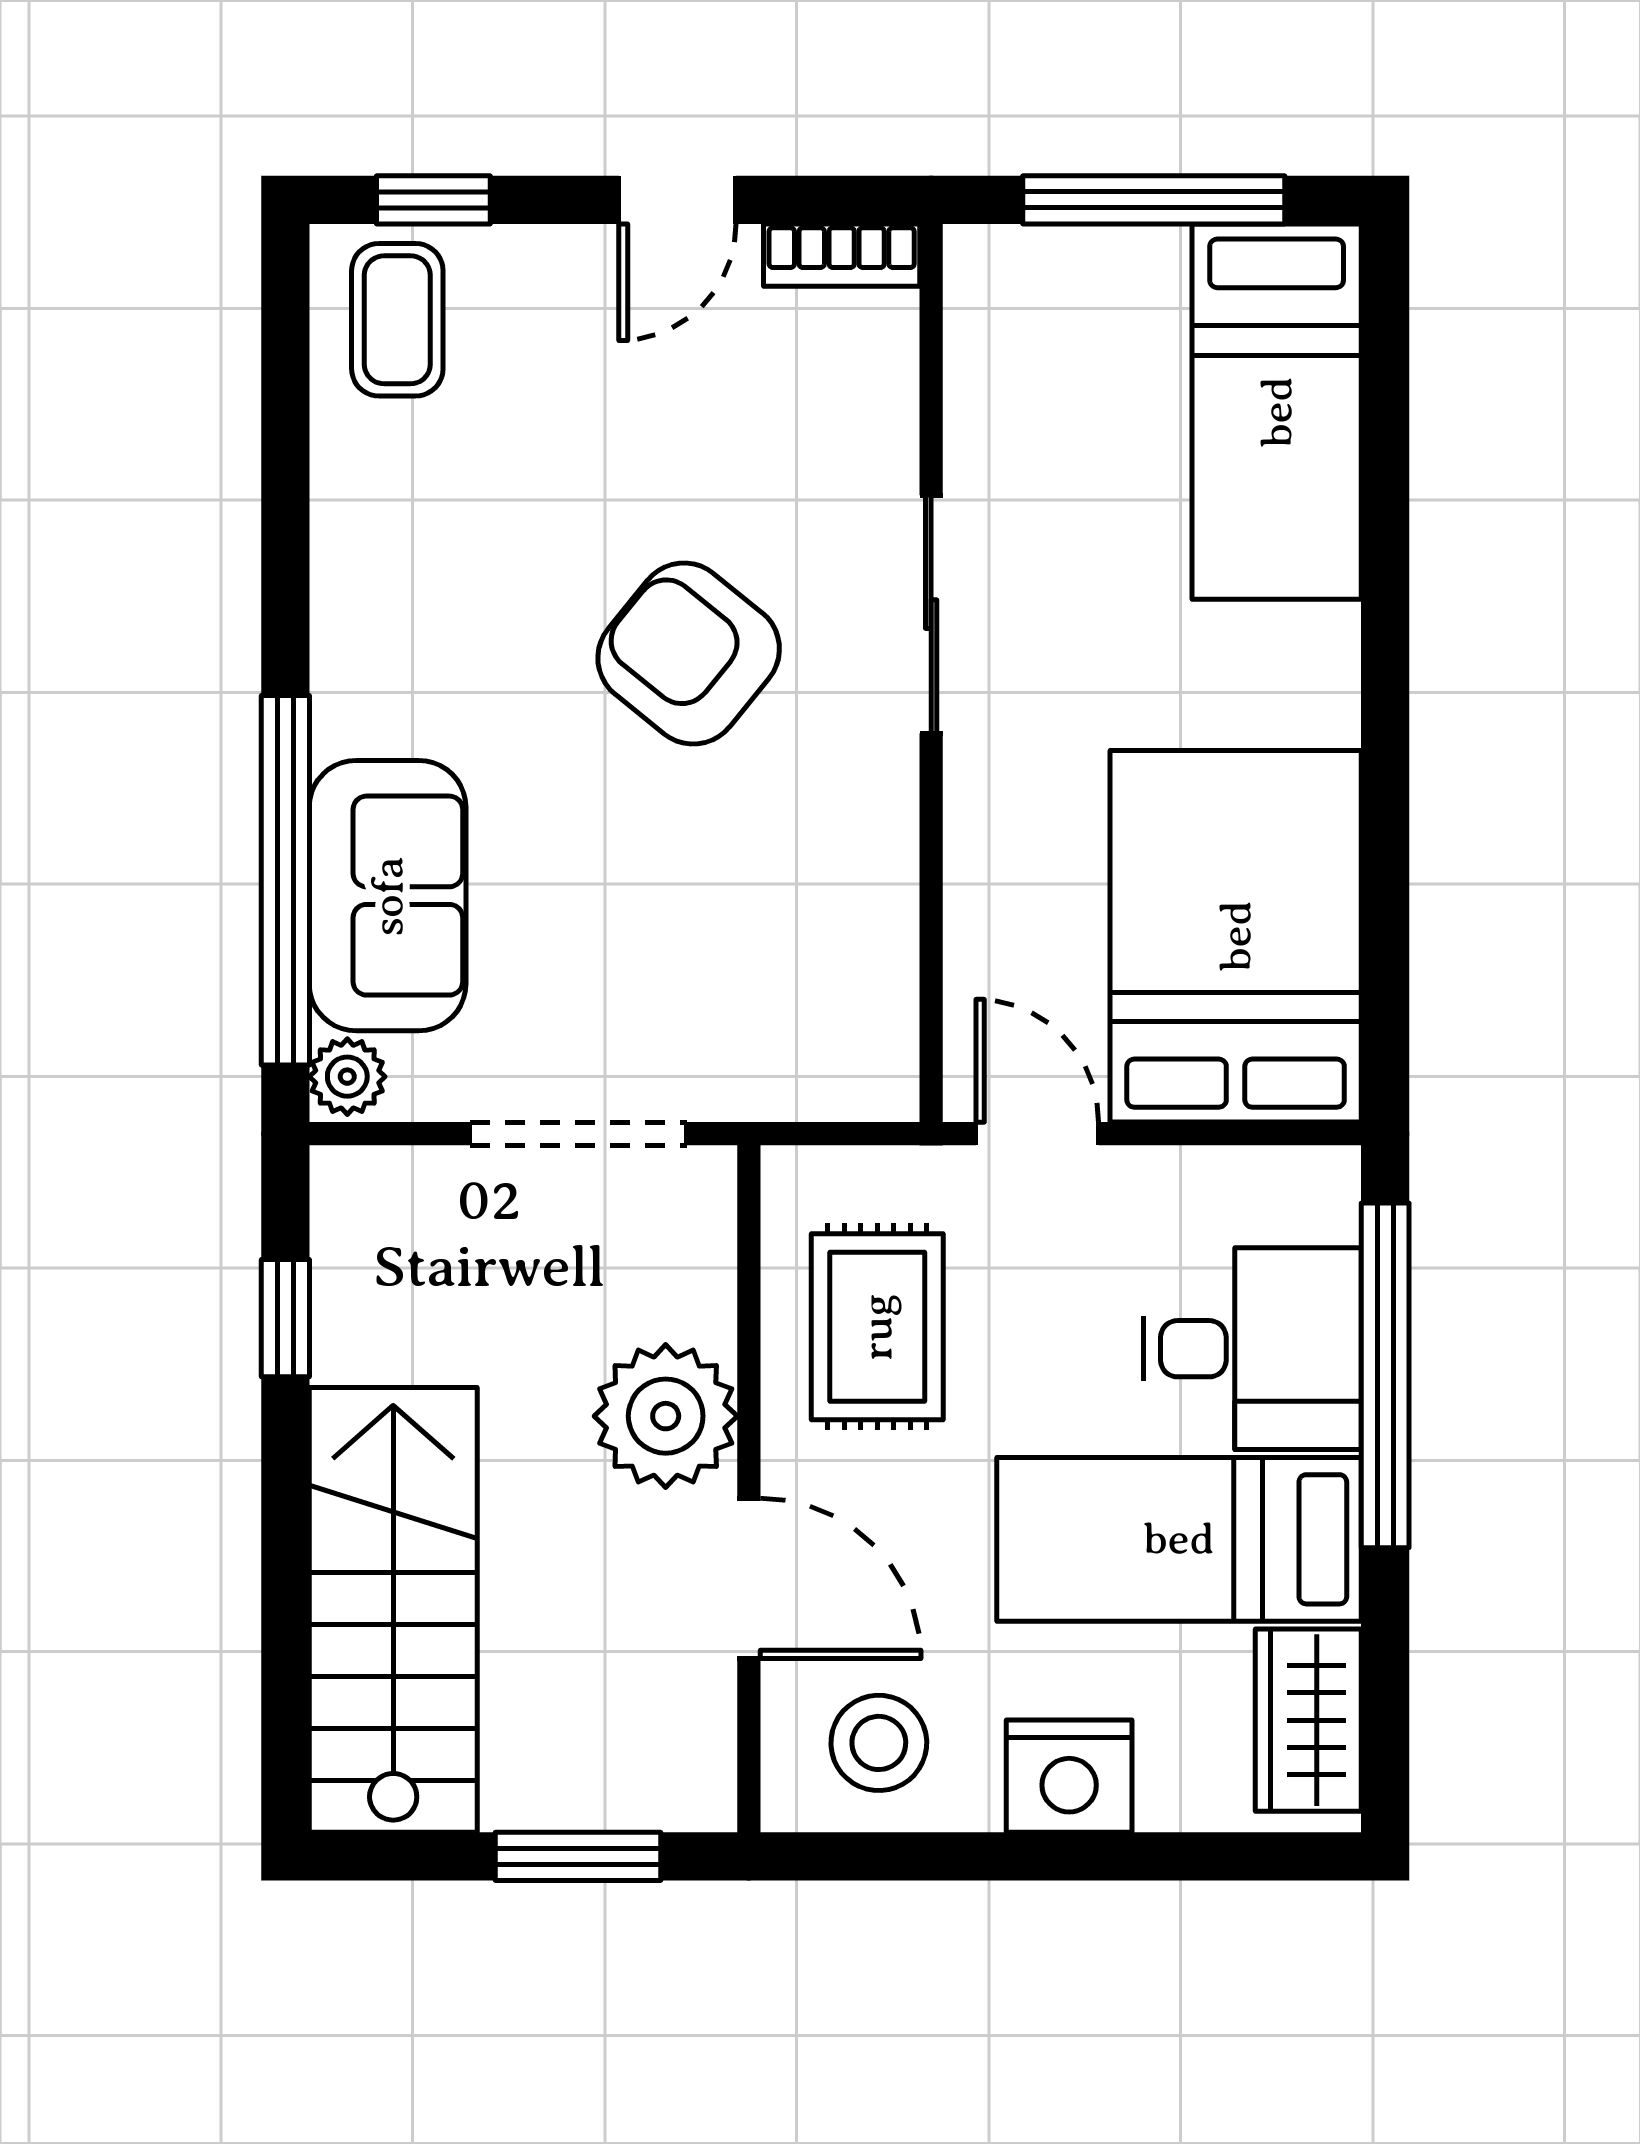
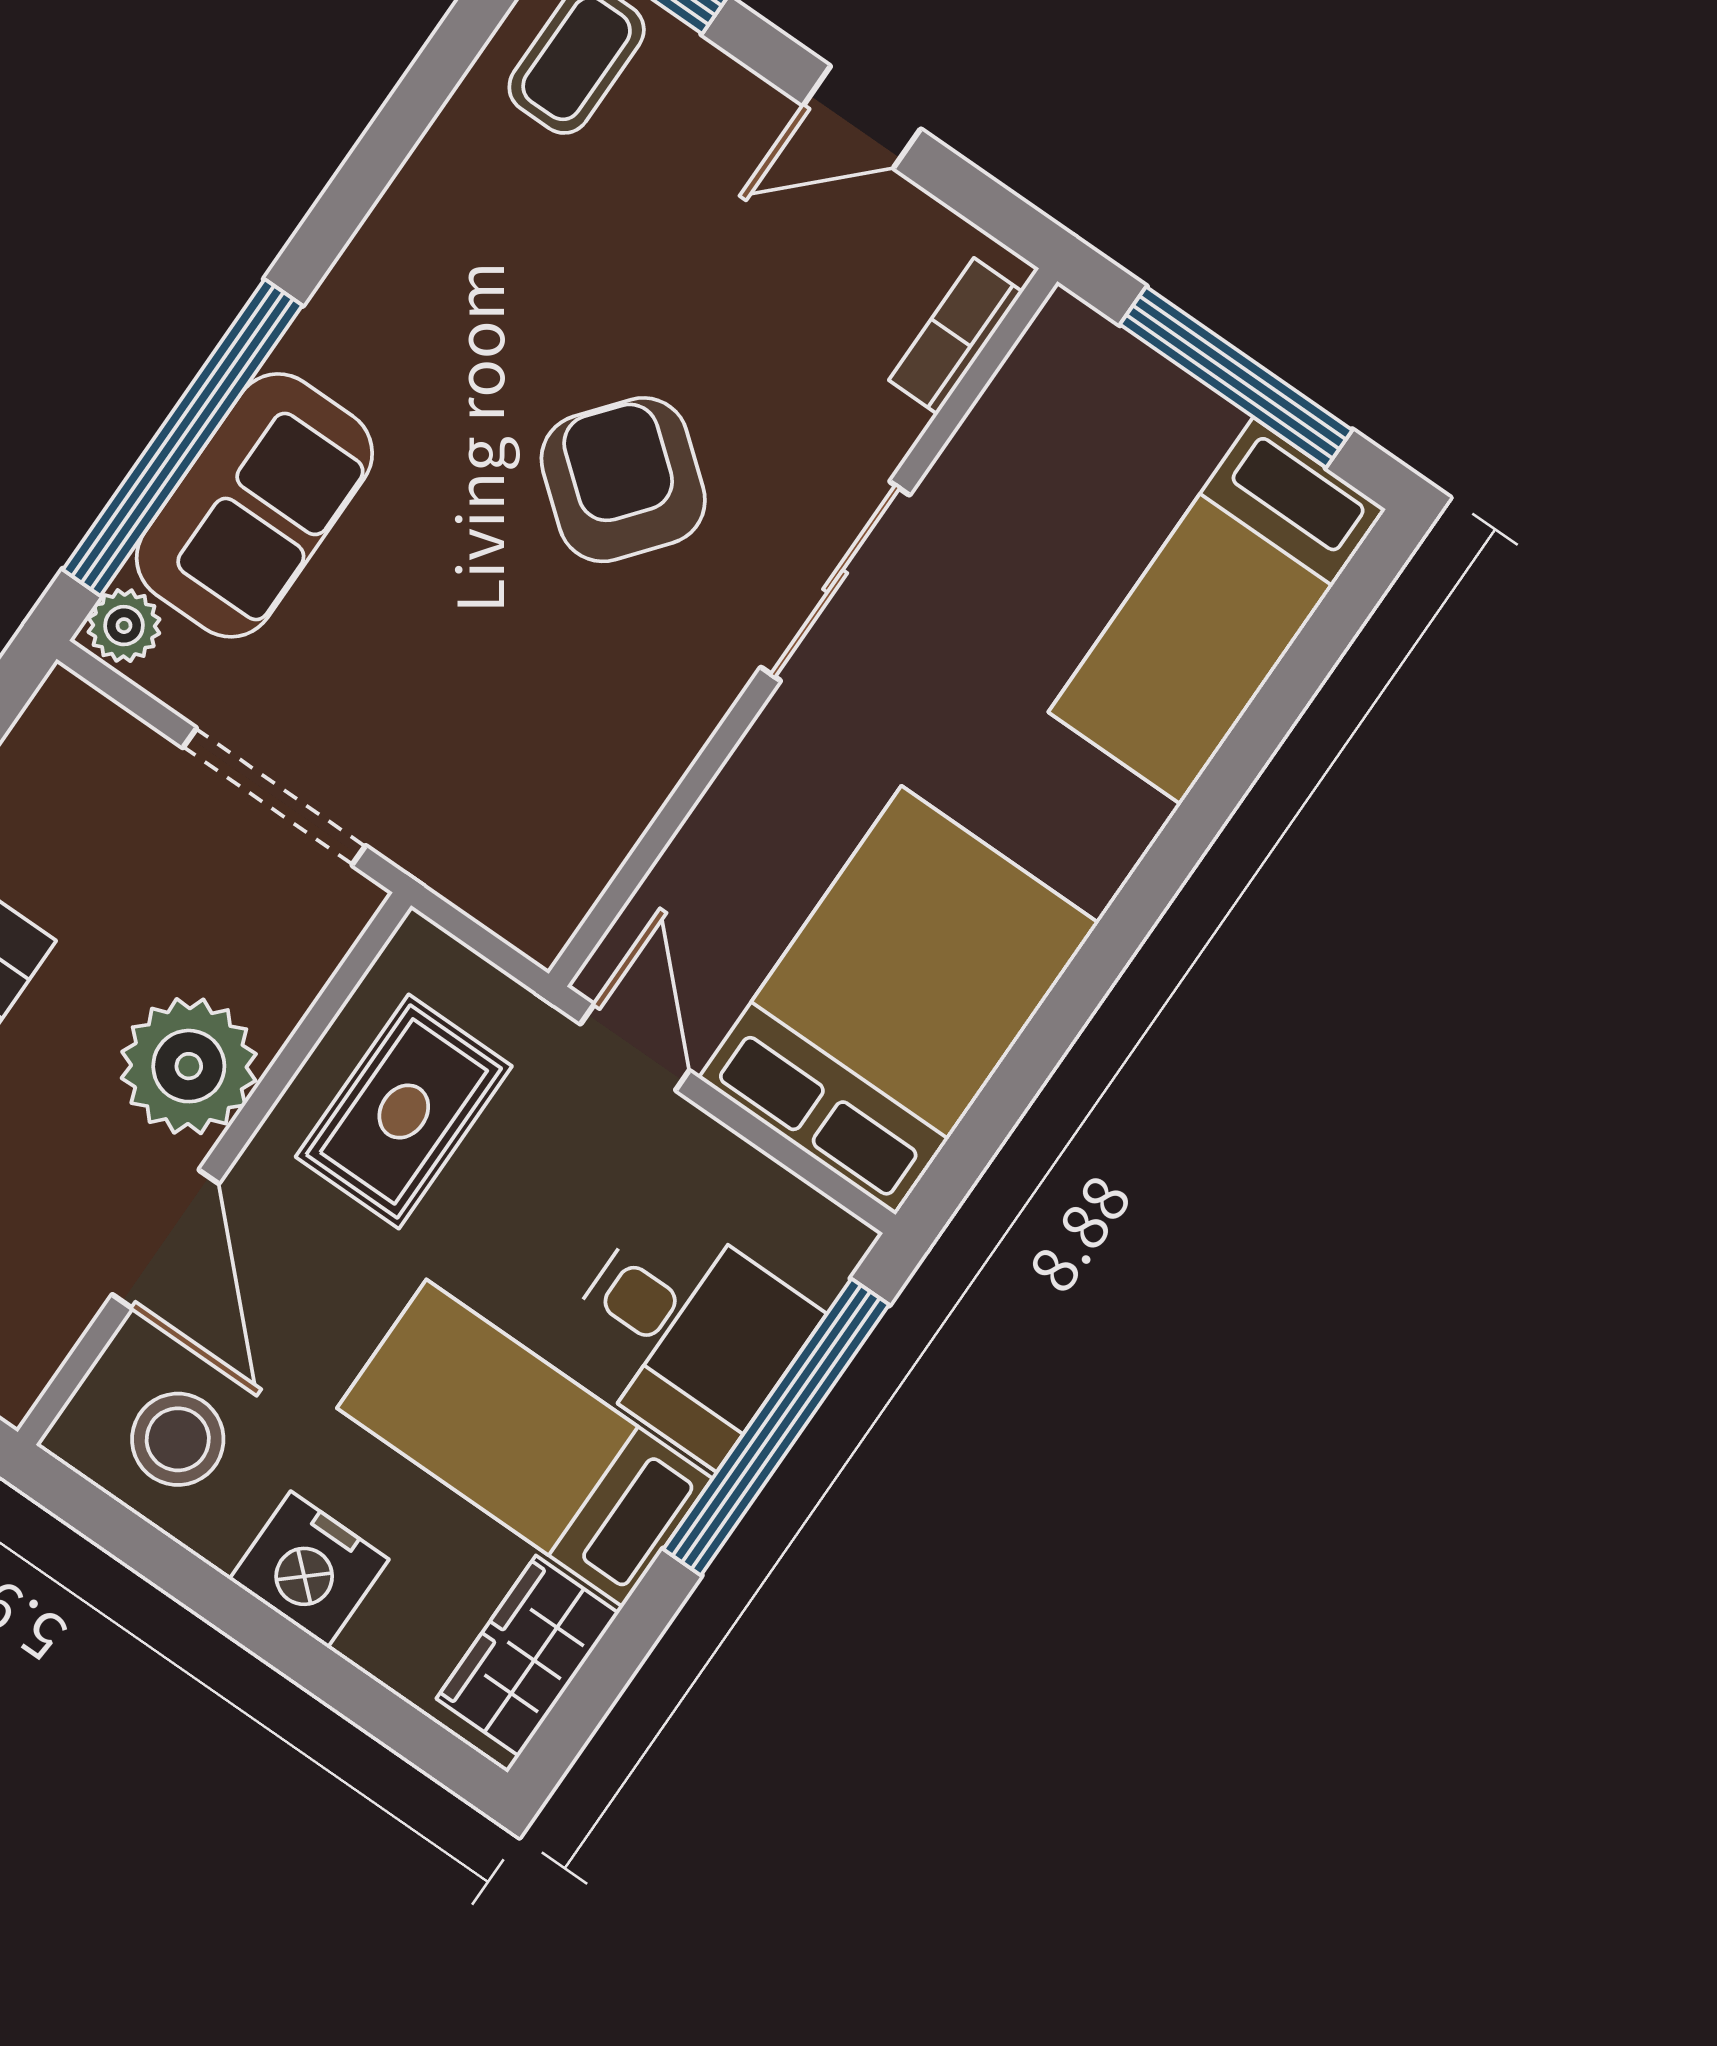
bookcase: (842, 255) -> (956, 336), moved, turned 90

